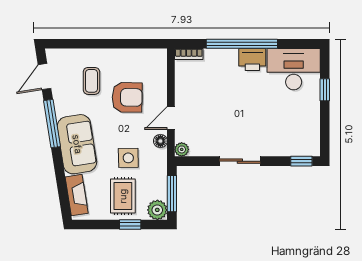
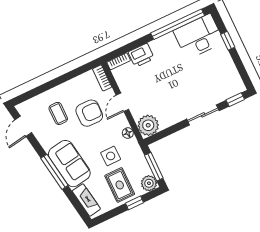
window: (242, 44) -> (178, 24), moved
printer: (252, 59) -> (141, 55), moved
bookcase: (161, 64) -> (102, 78), added
door: (171, 118) -> (122, 102), moved
window: (52, 124) -> (54, 172), moved
plant: (182, 149) -> (148, 125), width x1.87, depth x1.87
sliding door: (240, 161) -> (203, 115), moved

